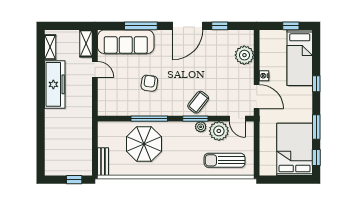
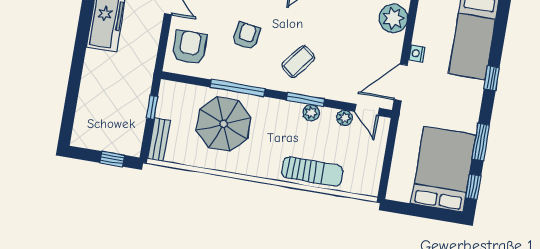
armchair: (113, 97) -> (190, 47), added
door: (257, 97) -> (401, 82), swing flipped
coffee table: (198, 102) -> (298, 62), moved
plant: (219, 131) -> (345, 118), width x0.53, depth x0.53
window: (95, 141) -> (152, 107), added
sun lounger: (224, 160) -> (312, 171), moved, turned 180

